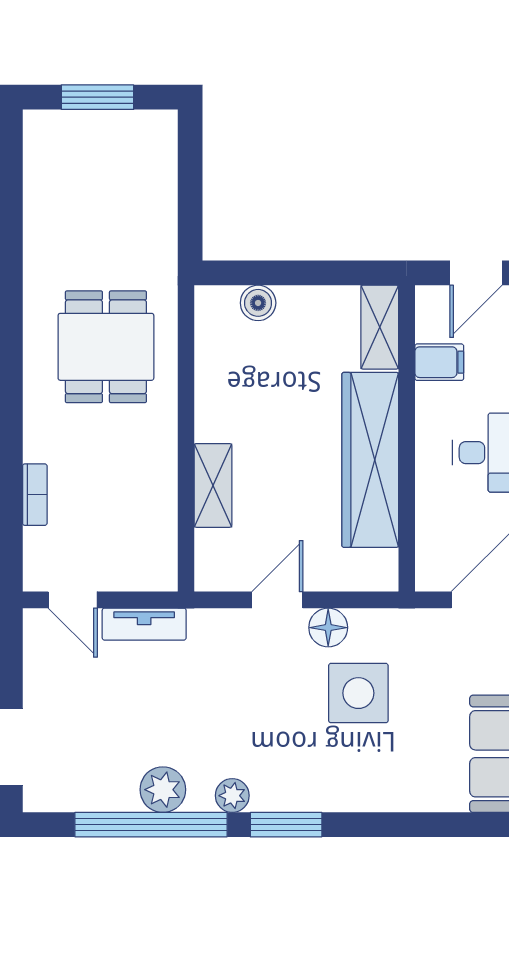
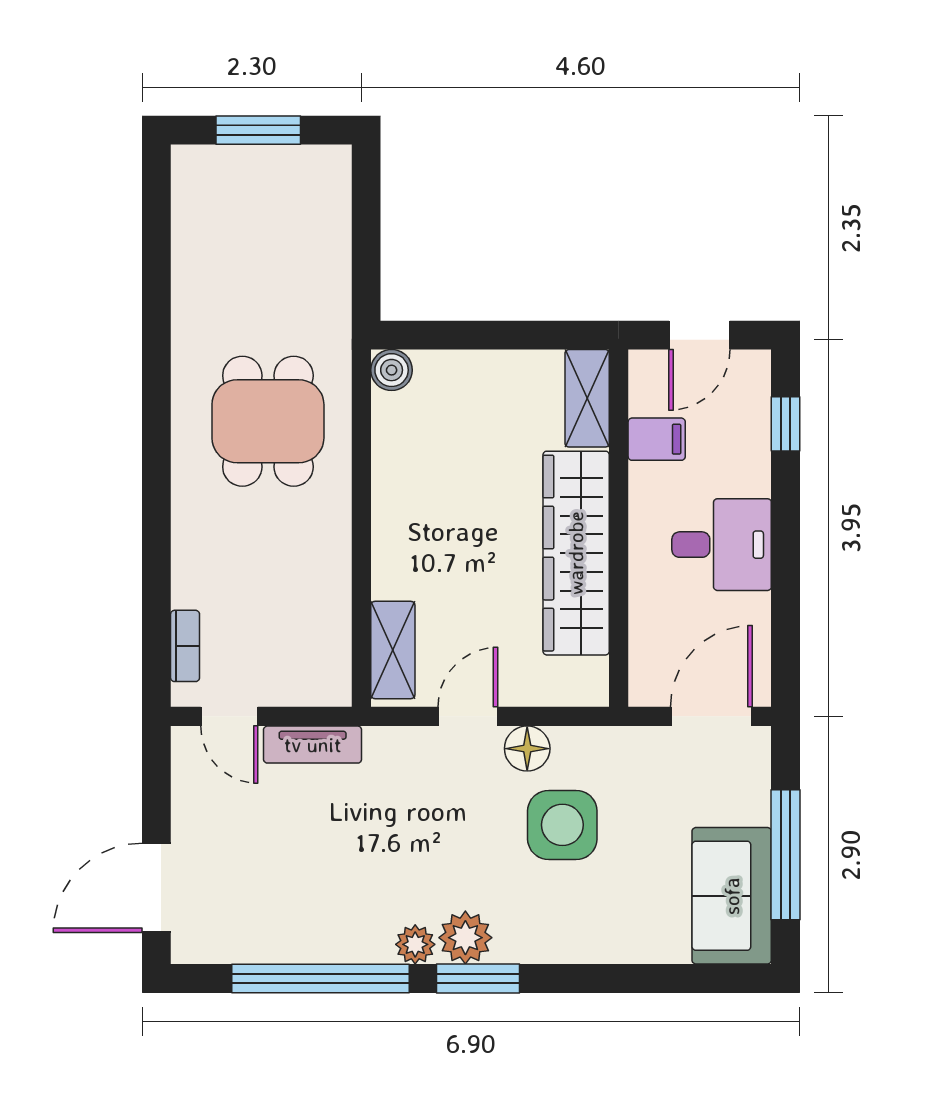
boiler: (258, 303) -> (392, 370), moved
shelving: (213, 485) -> (393, 650), moved
bookcase: (35, 495) -> (185, 646), moved
plant: (163, 790) -> (465, 938), moved

